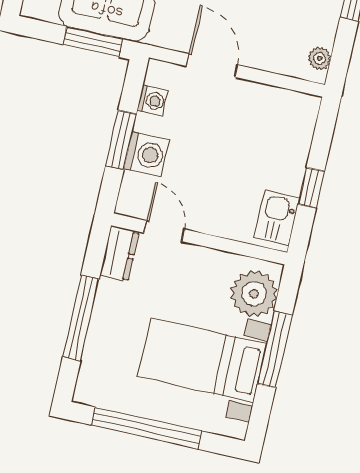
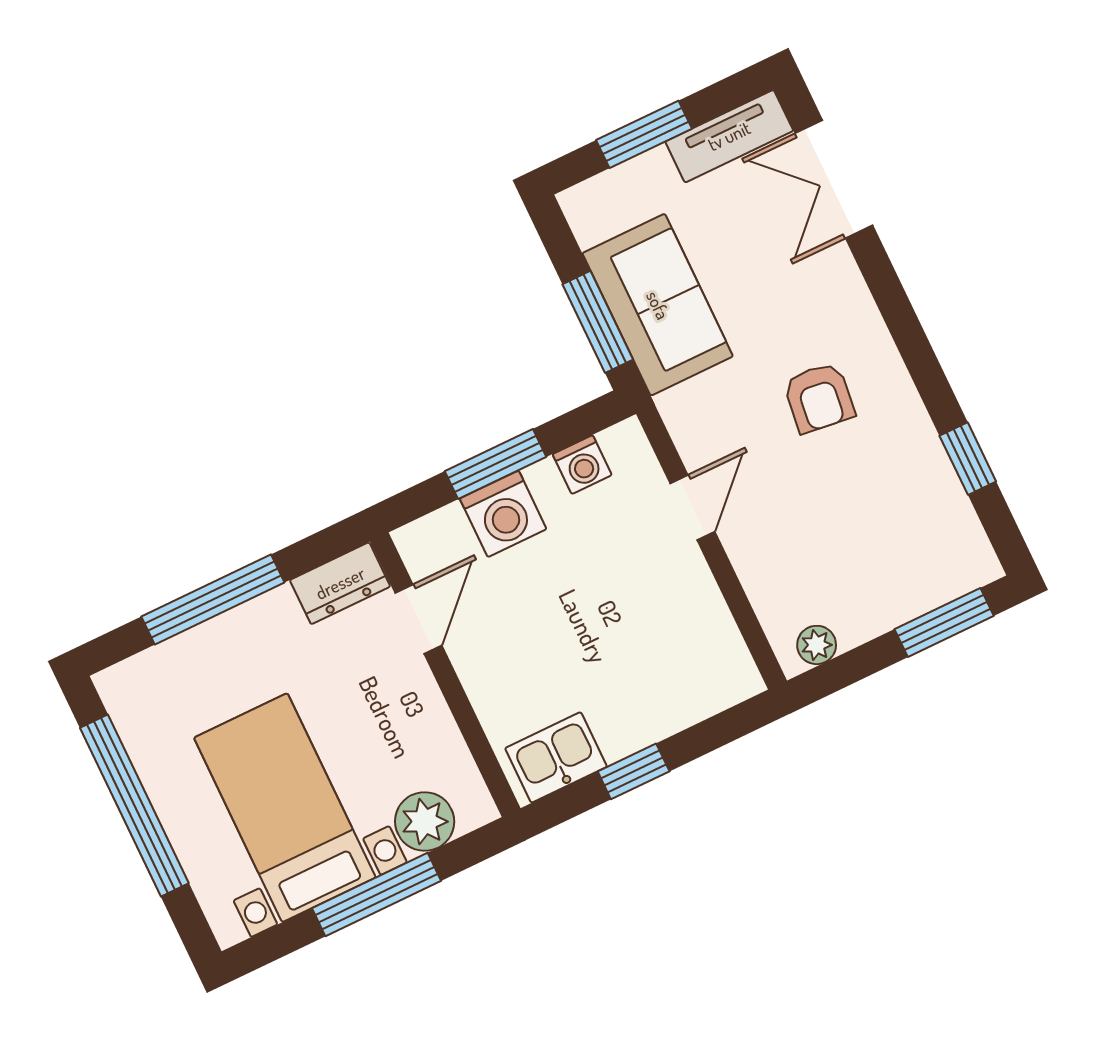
door: (212, 65) -> (692, 508), width x0.73
plant: (254, 294) -> (425, 822), width x0.73, depth x0.73

